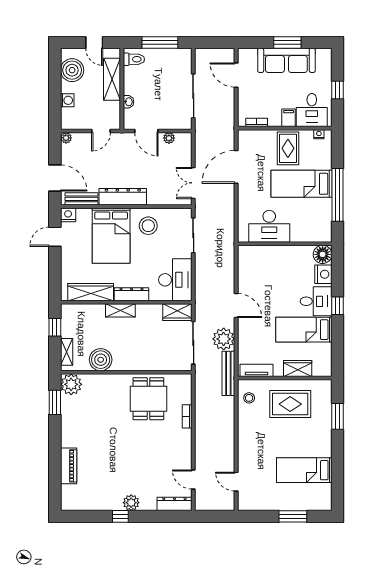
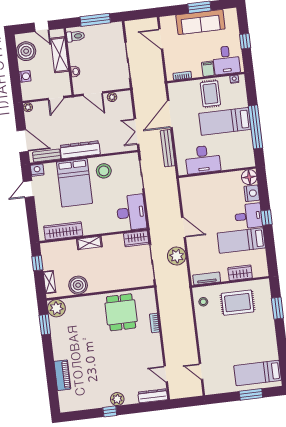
dresser: (132, 294) -> (97, 229), removed
bench: (228, 373) -> (168, 148), moved
bed: (304, 470) -> (258, 373), moved

